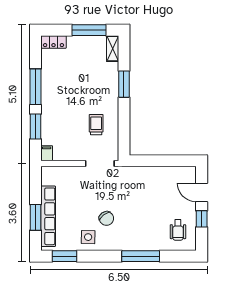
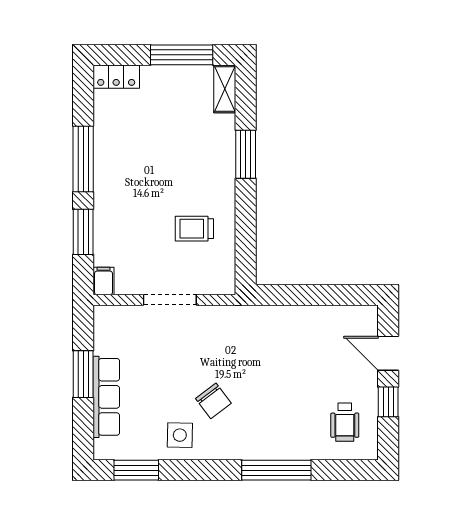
trolley: (96, 125) -> (194, 229), turned -90
doorway: (100, 164) -> (170, 300), moved
row of seats: (48, 216) -> (106, 397), width x0.73
window: (35, 217) -> (83, 374), moved

